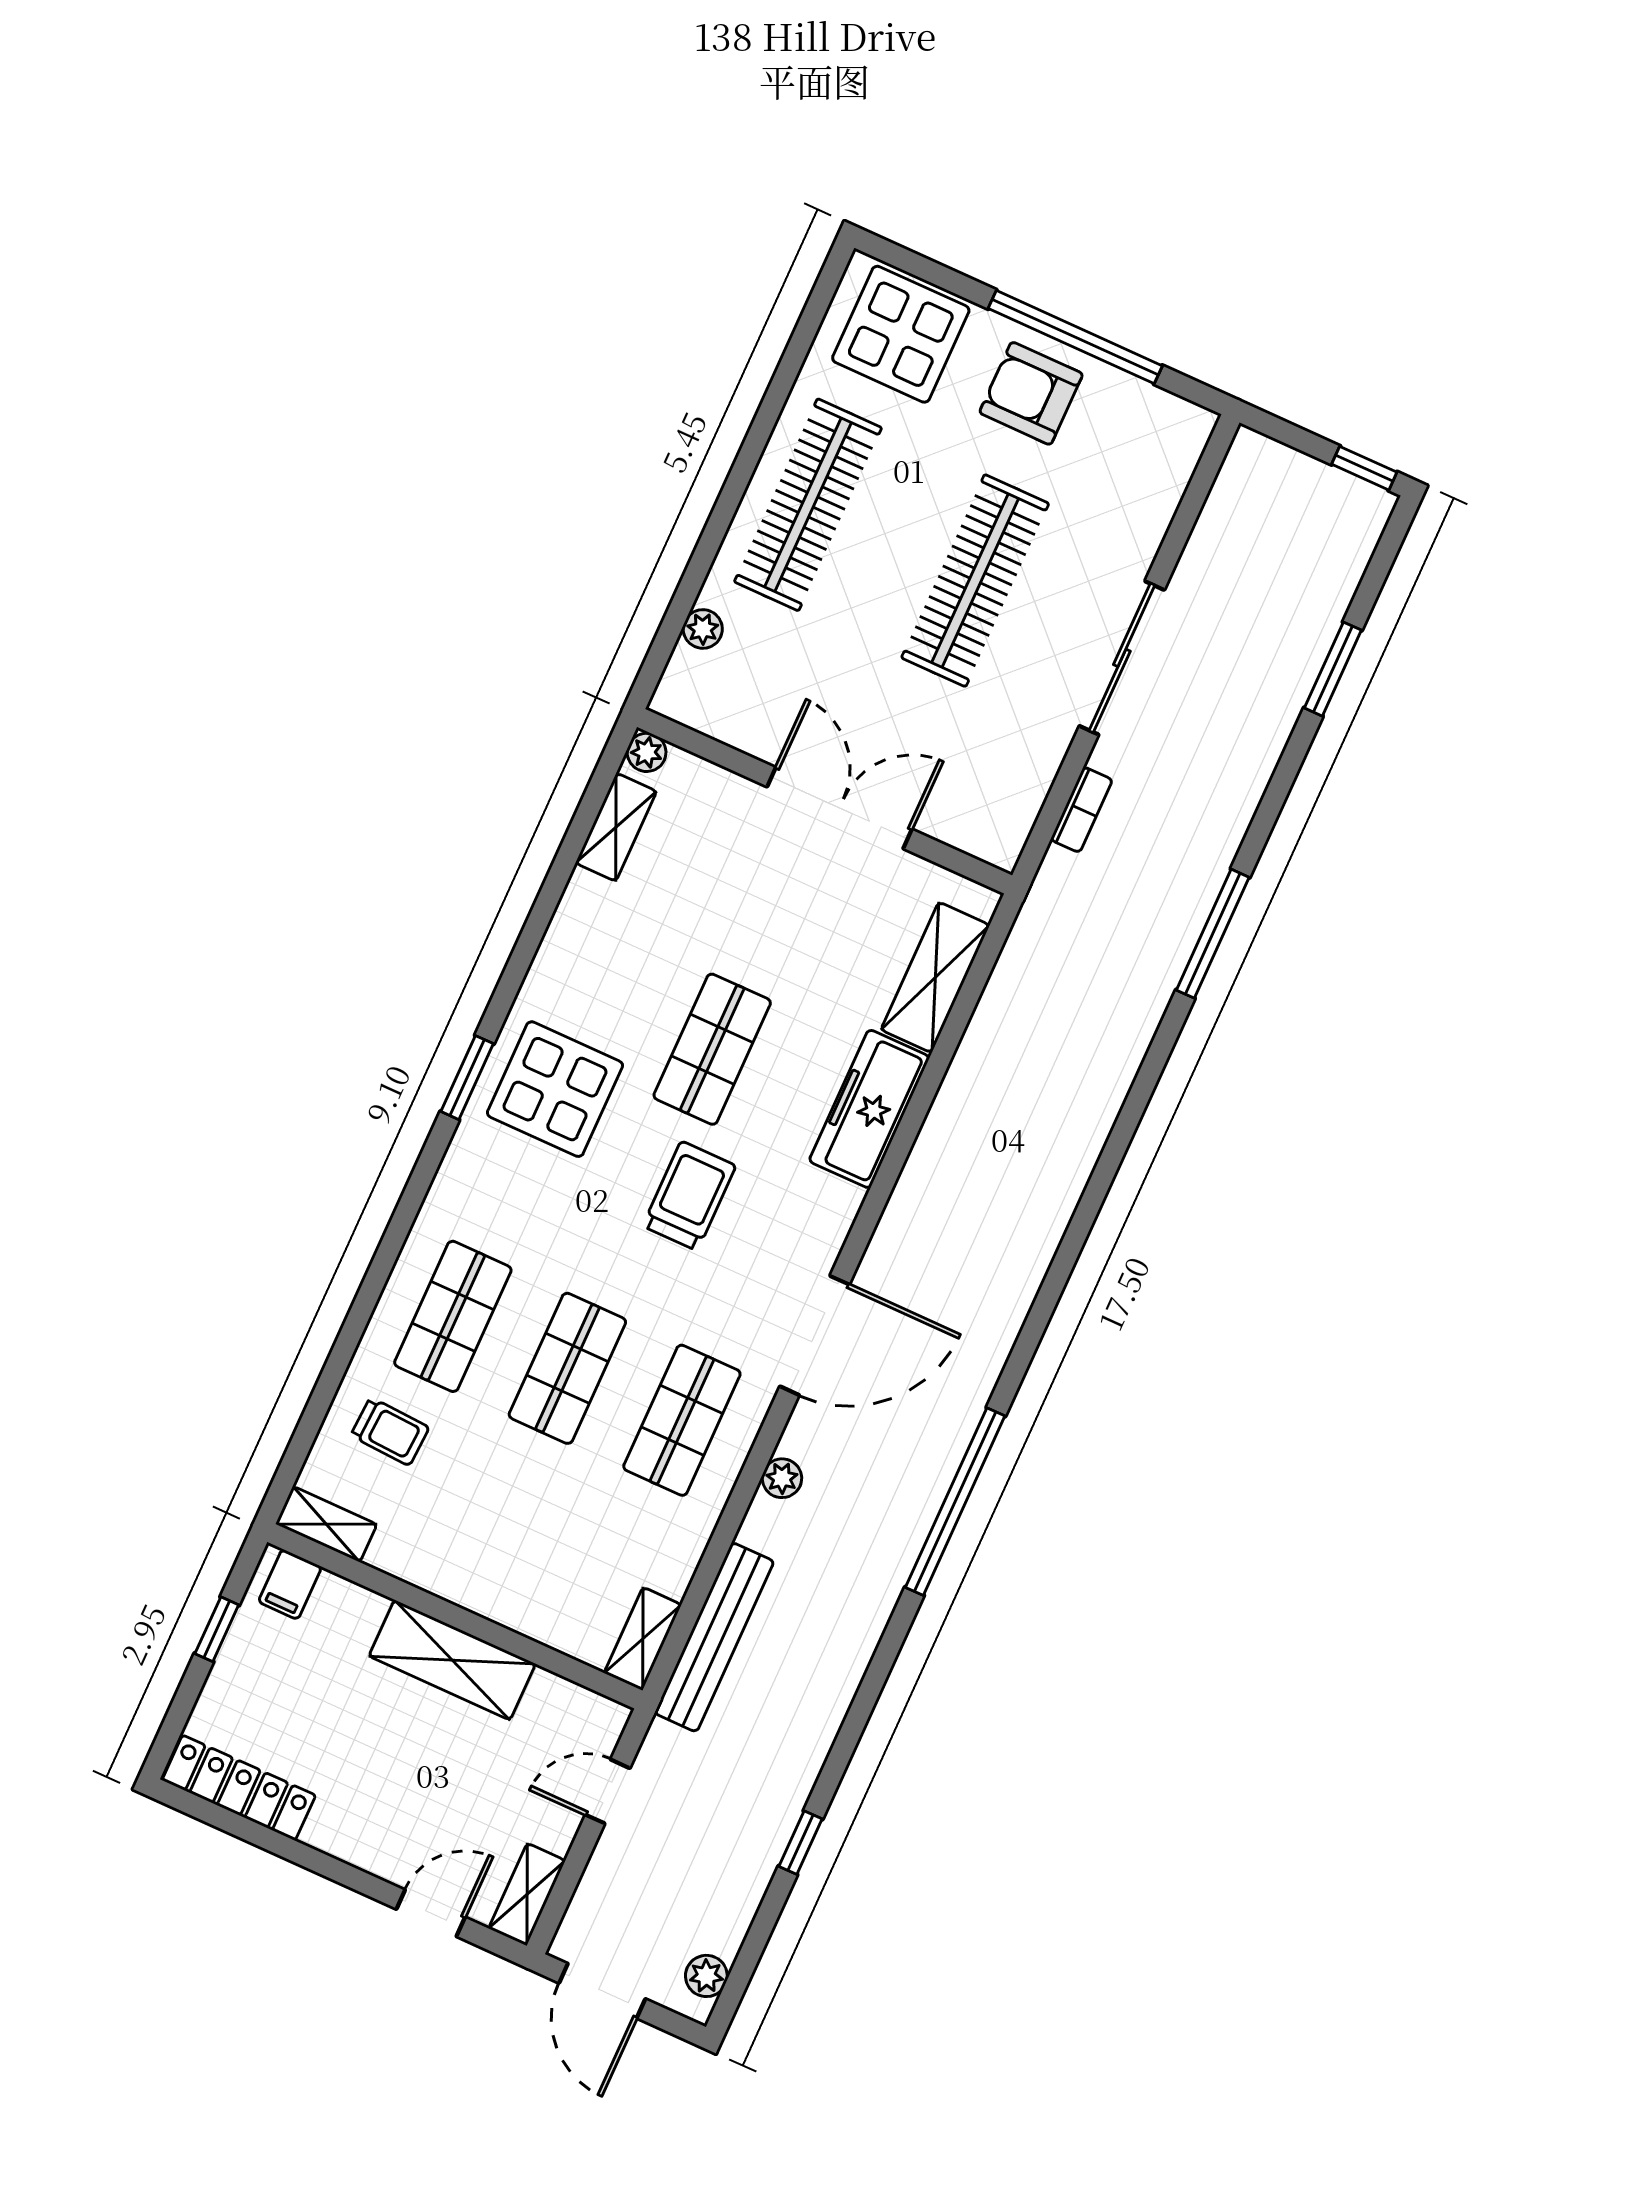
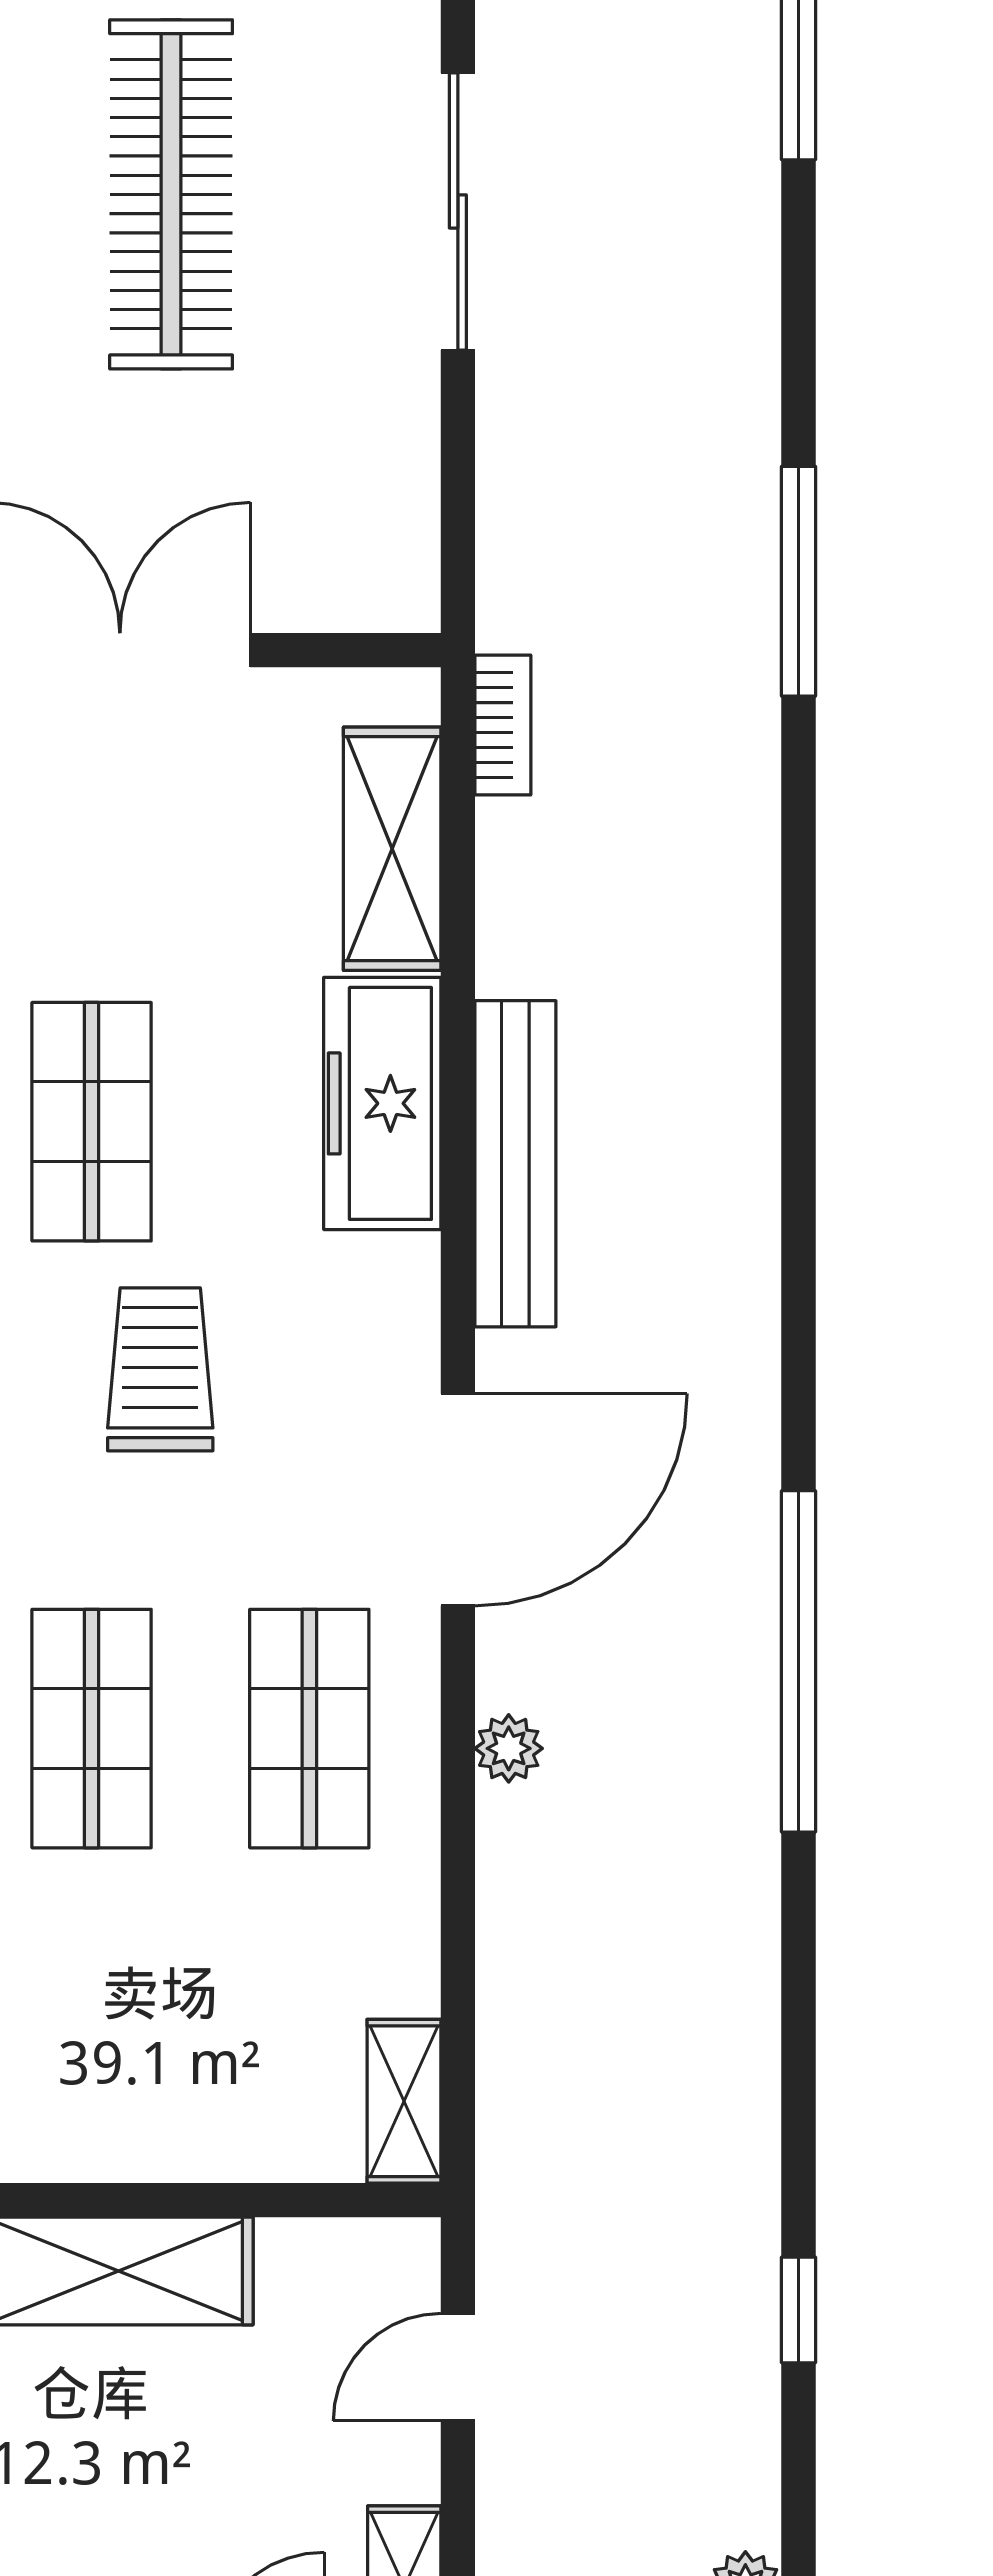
bookcase: (1082, 810) -> (503, 725), moved
bench: (714, 1637) -> (515, 1164), moved

